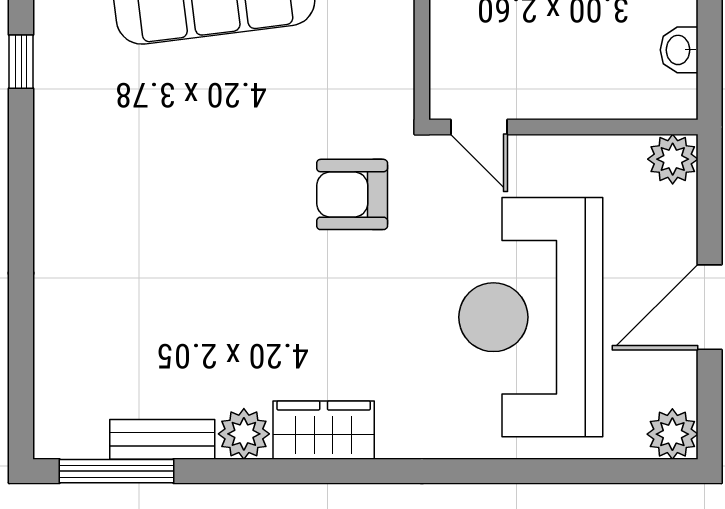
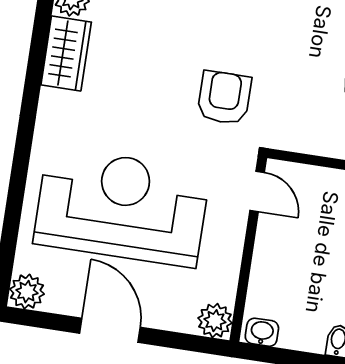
washbasin: (679, 50) -> (262, 332), moved
door: (479, 127) -> (257, 192), swing flipped

